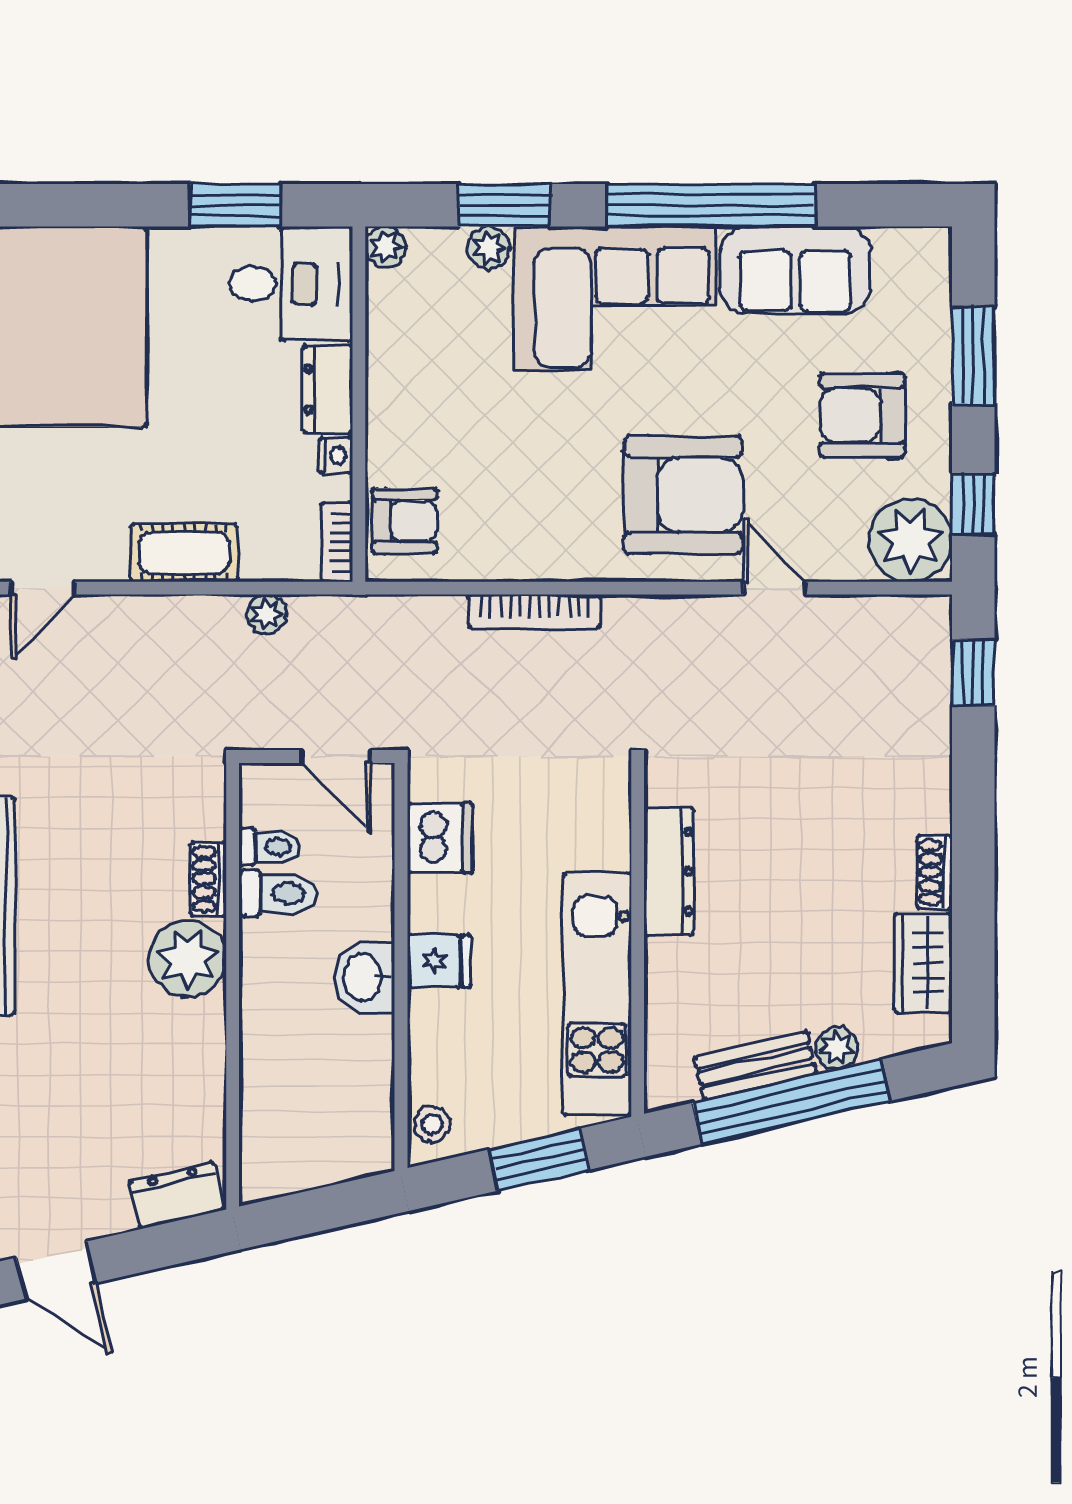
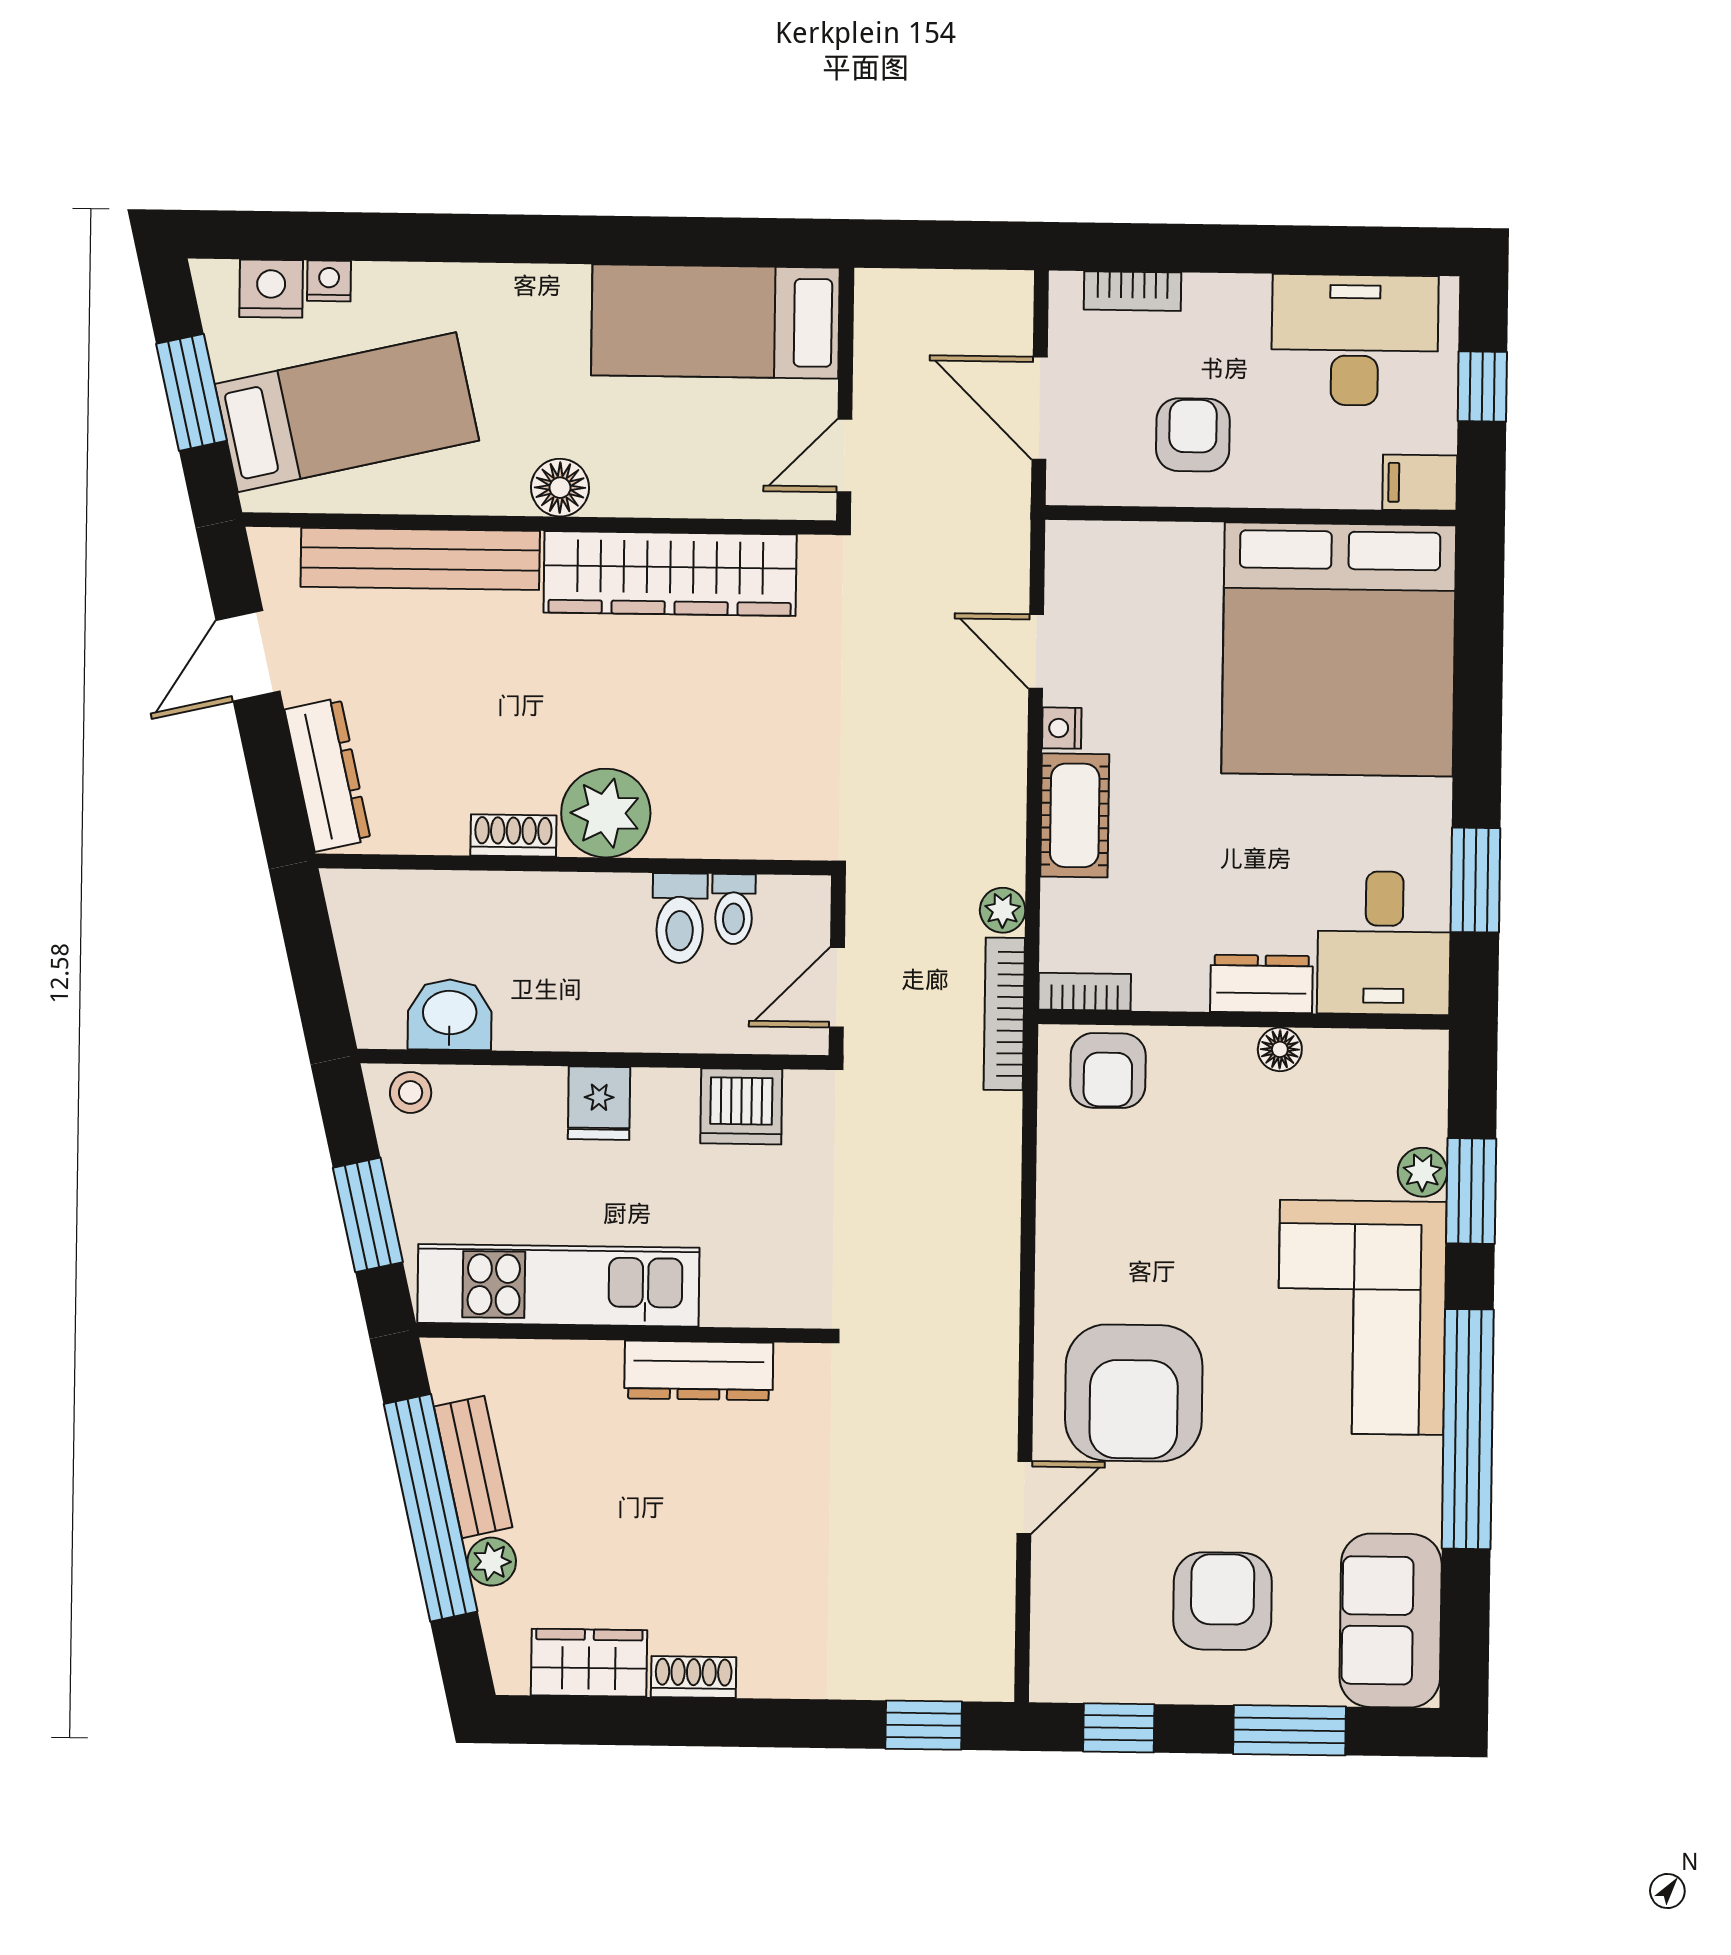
plant: (386, 247) -> (1425, 1053), removed
sofa: (795, 270) -> (1391, 1620), moved
floor lamp: (384, 372) -> (1280, 1049), added
nightstand: (336, 455) -> (1062, 728), moved, turned 90
plant: (911, 540) -> (1078, 1655), removed
bookcase: (534, 611) -> (1004, 1014), moved
shoe rack: (208, 879) -> (513, 836), moved
washbasin: (364, 977) -> (450, 1015), moved
dresser: (177, 1196) -> (328, 775), width x1.44

